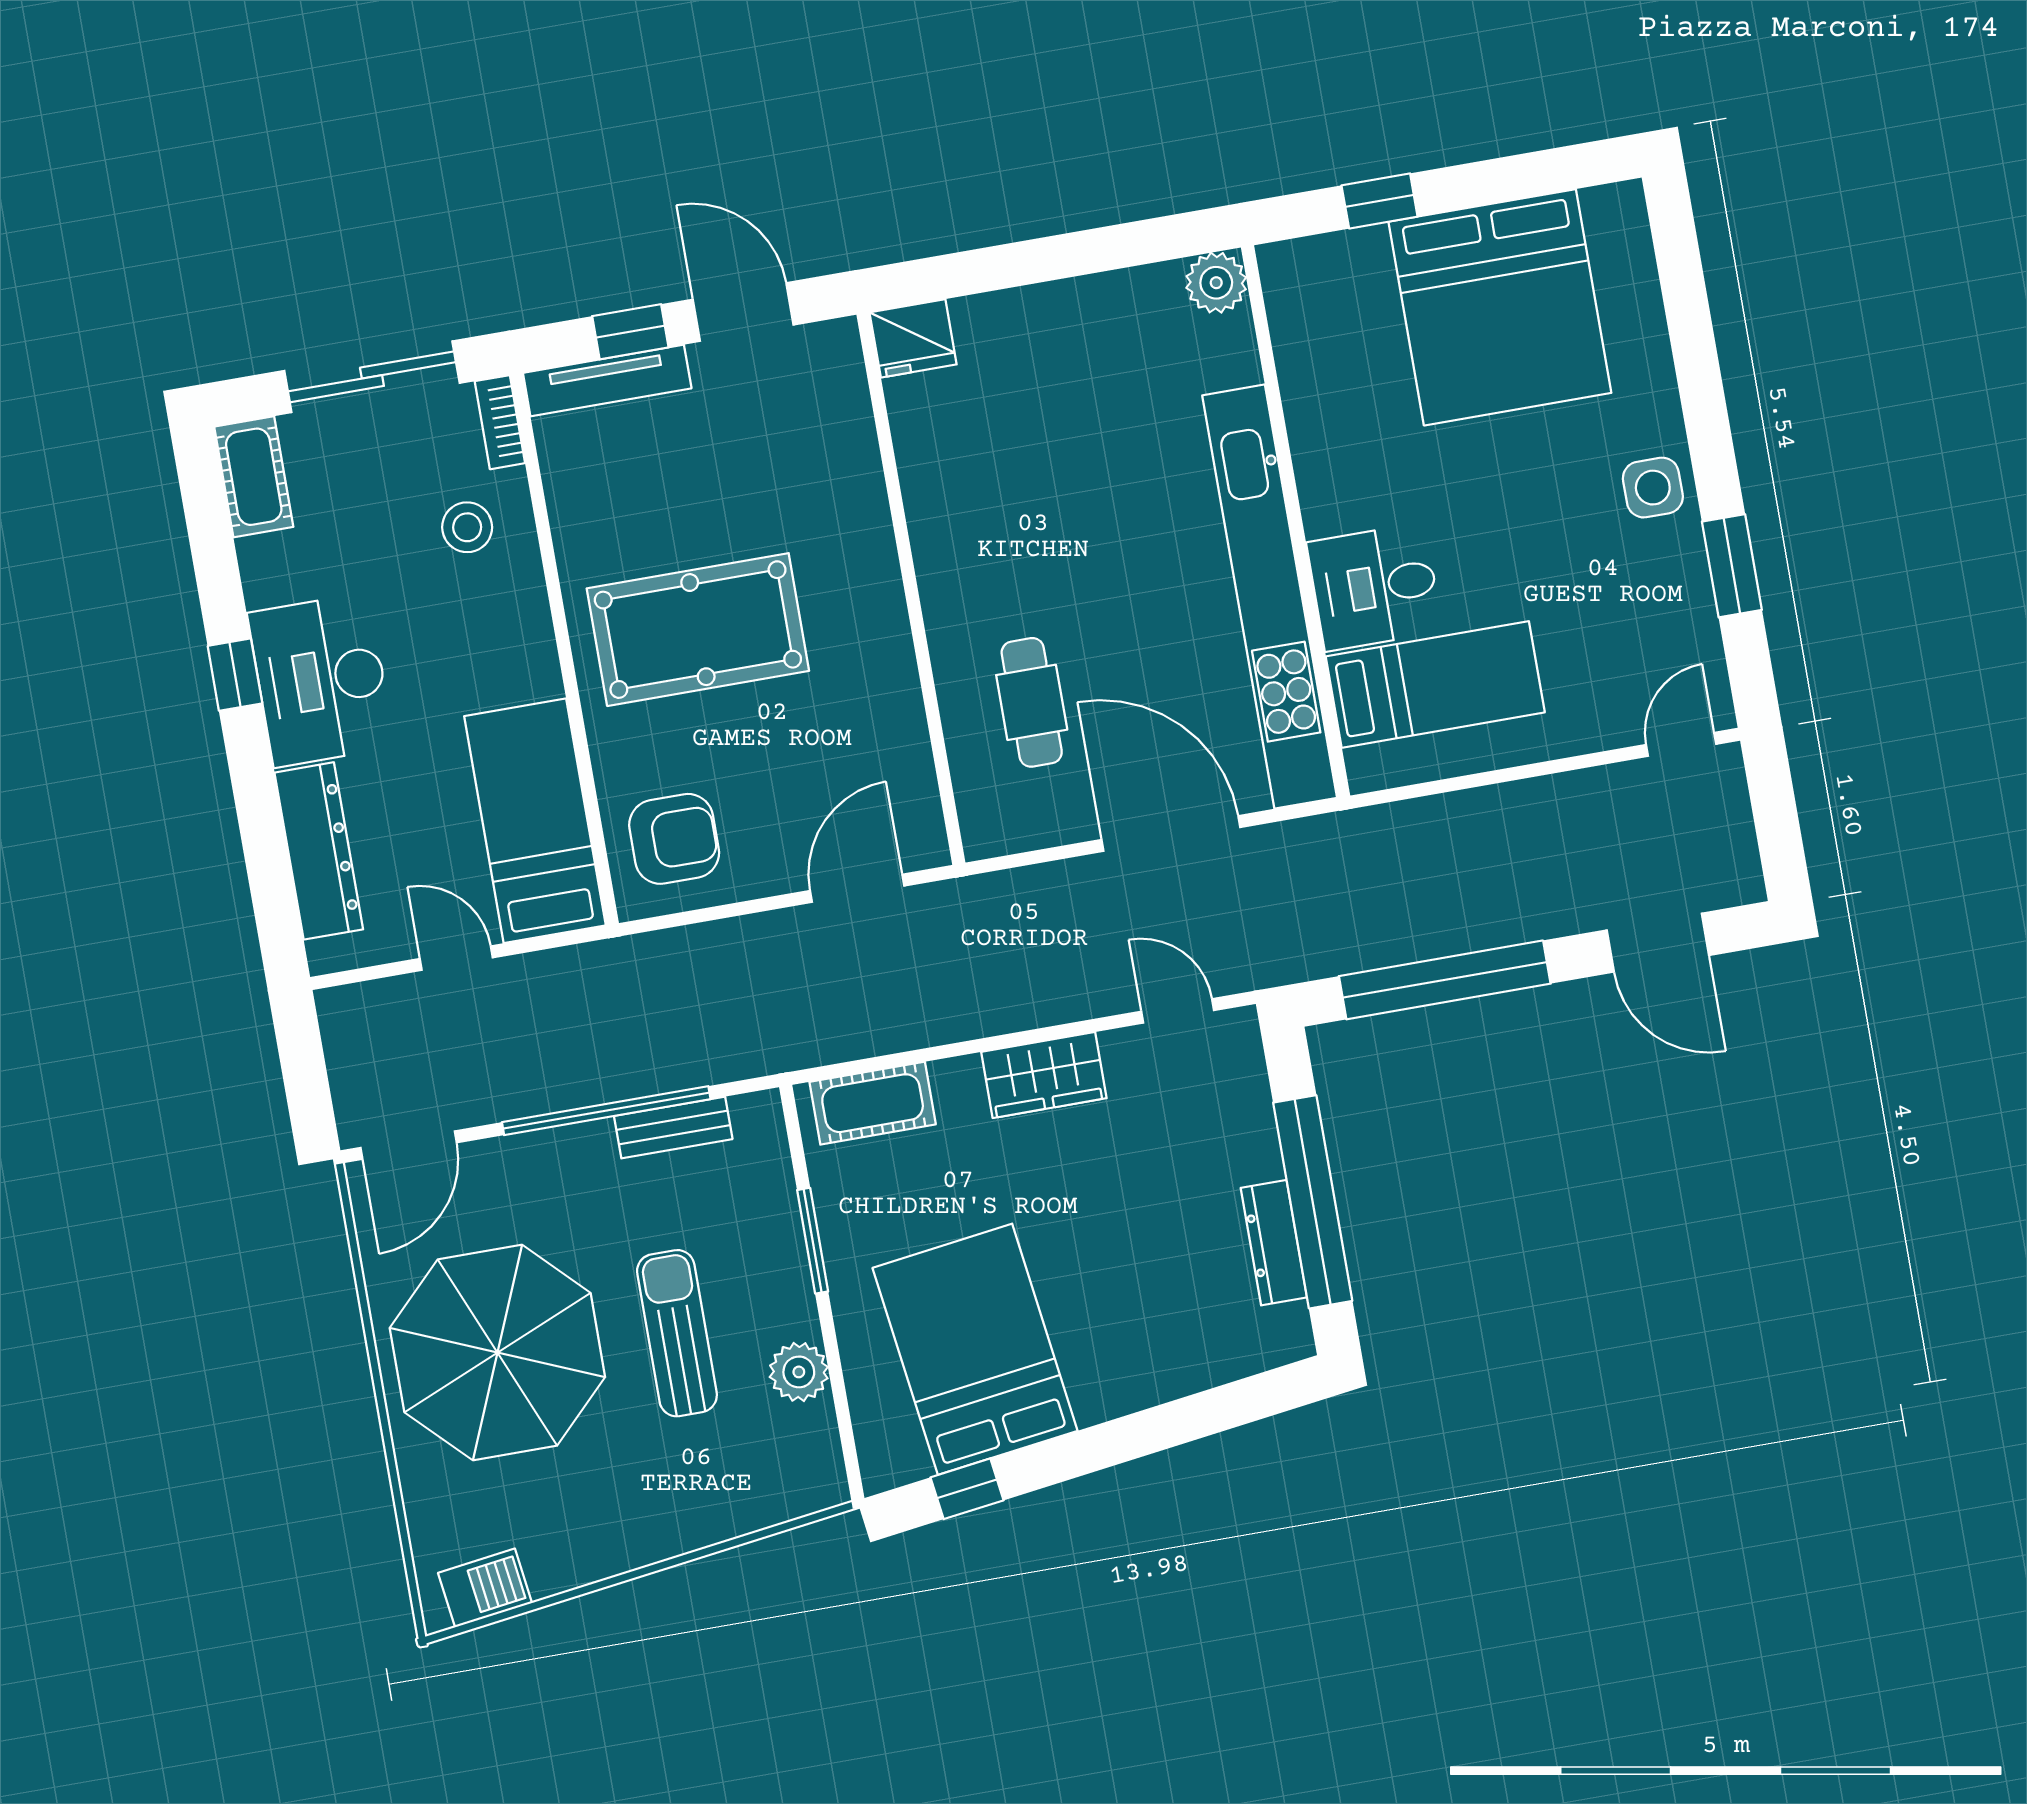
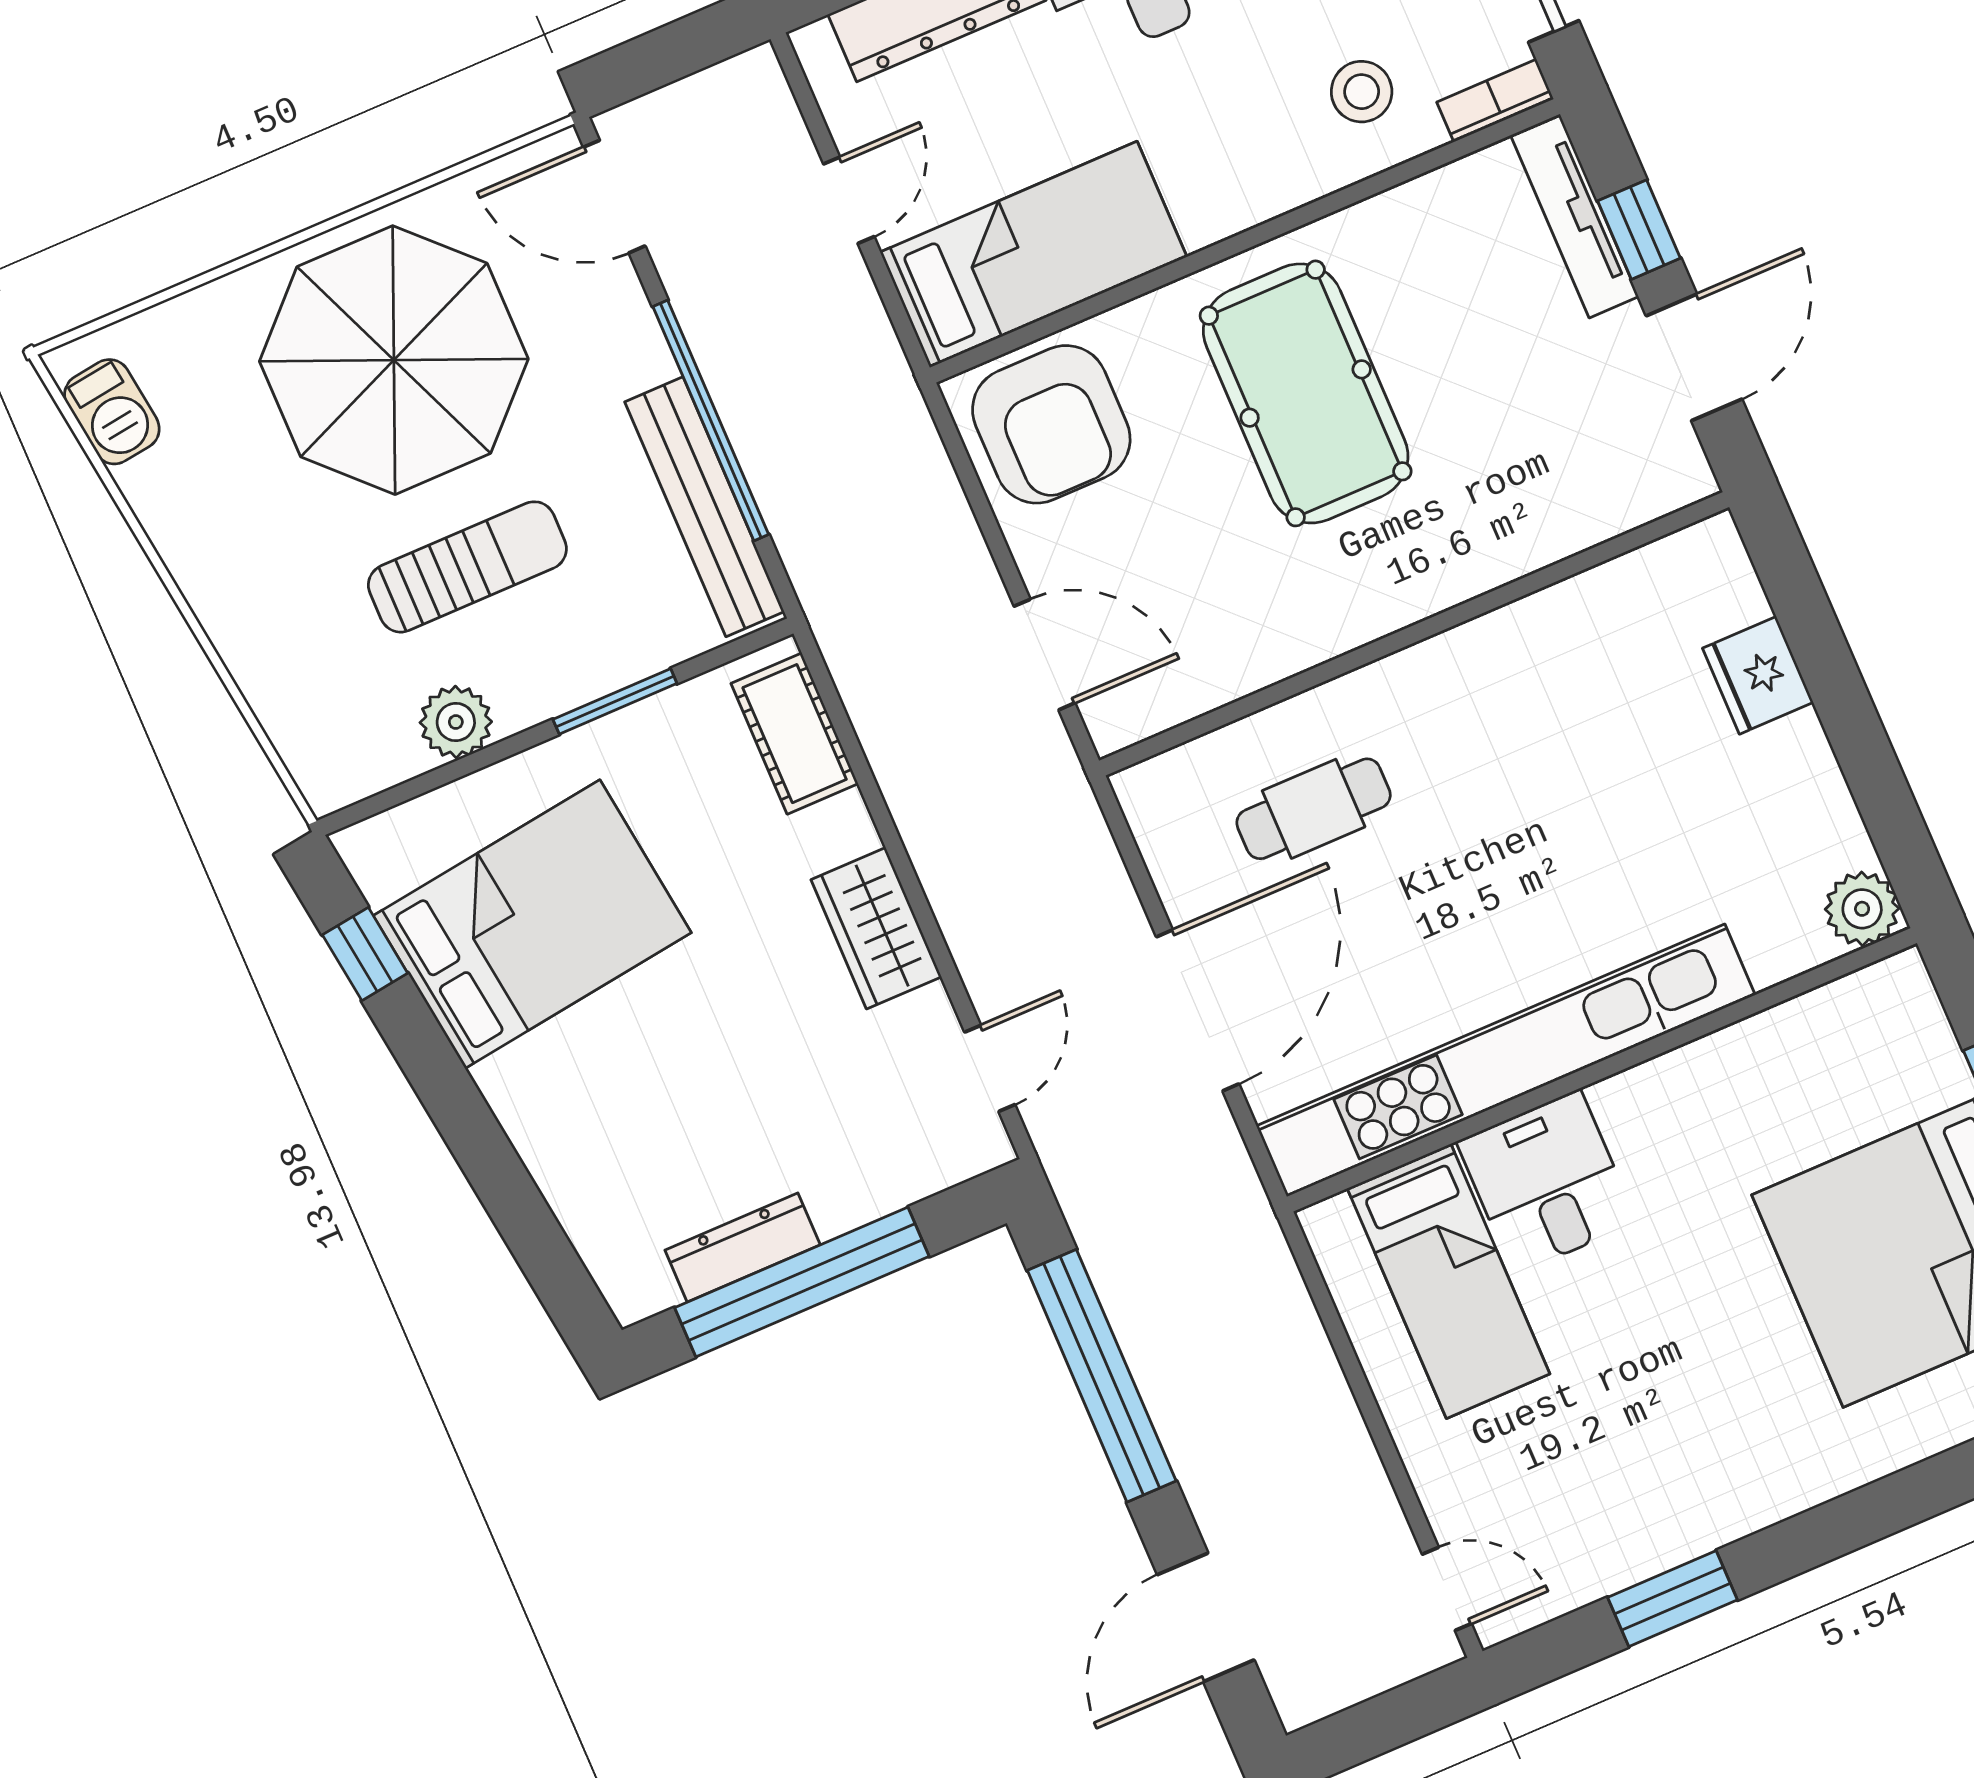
fridge: (913, 338) -> (1758, 675), moved
side table: (1653, 488) -> (1743, 1483), removed
armchair: (674, 839) -> (1051, 424), width x1.36, depth x1.36
bench: (673, 1127) -> (704, 507), width x1.86, depth x1.21

